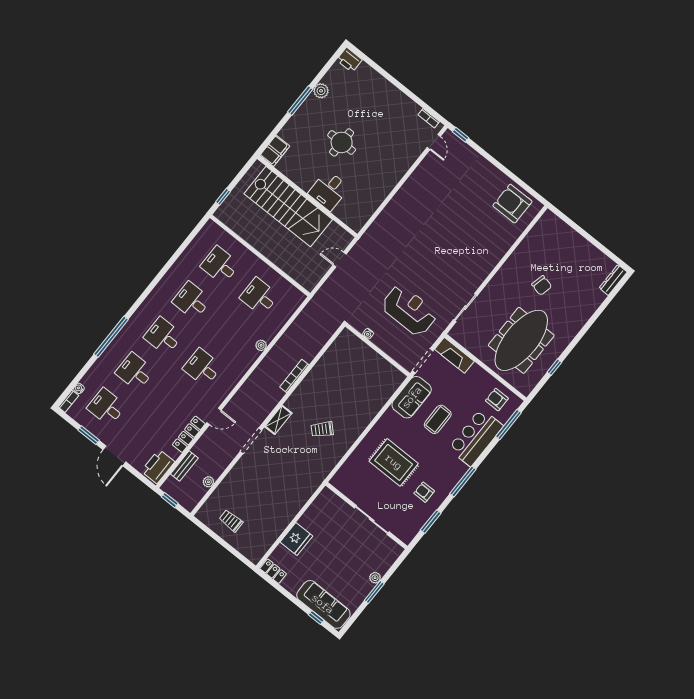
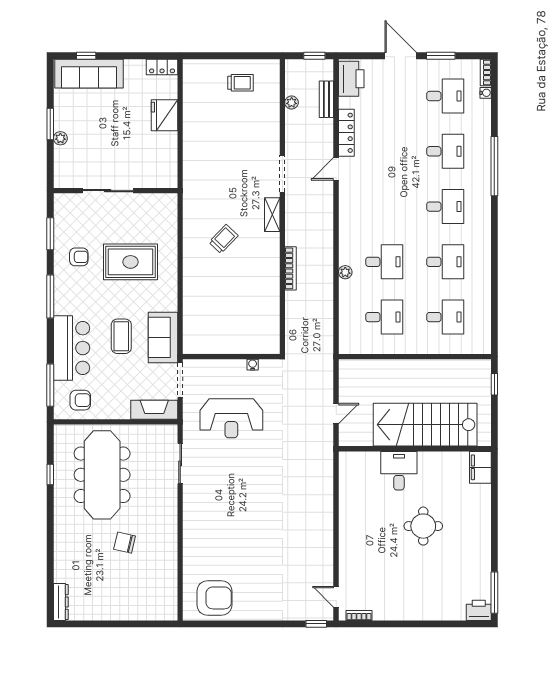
plant: (321, 91) -> (482, 559), removed
window: (300, 101) -> (494, 593), moved
desk: (202, 367) -> (384, 262), moved

